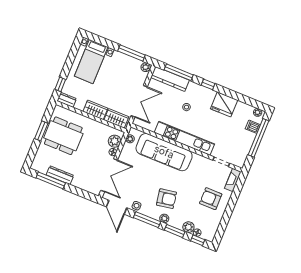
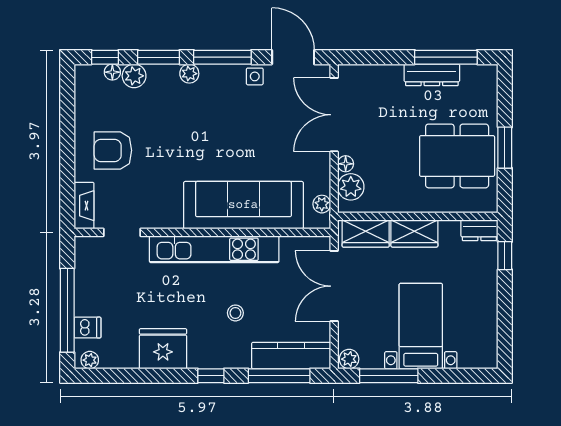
bed with nightstands: (91, 62) -> (421, 326), moved
armchair: (166, 199) -> (201, 115), removed
armchair: (211, 199) -> (113, 150), turned 180

